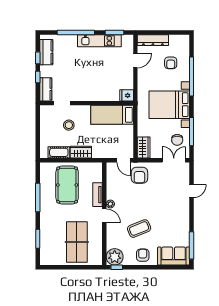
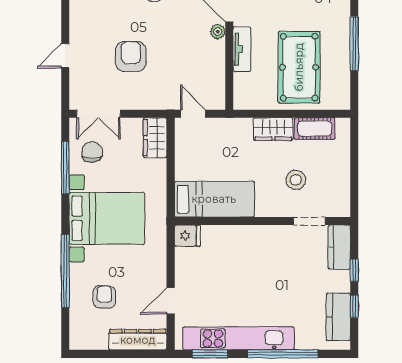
kitchen unit: (99, 41) -> (238, 338), width x1.36
armchair: (139, 175) -> (131, 56), moved

